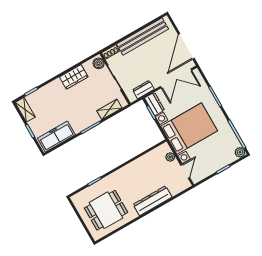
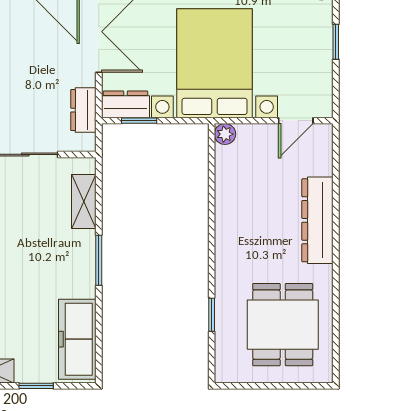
plant: (170, 157) -> (225, 134), moved
door: (185, 171) -> (296, 121), swing flipped

